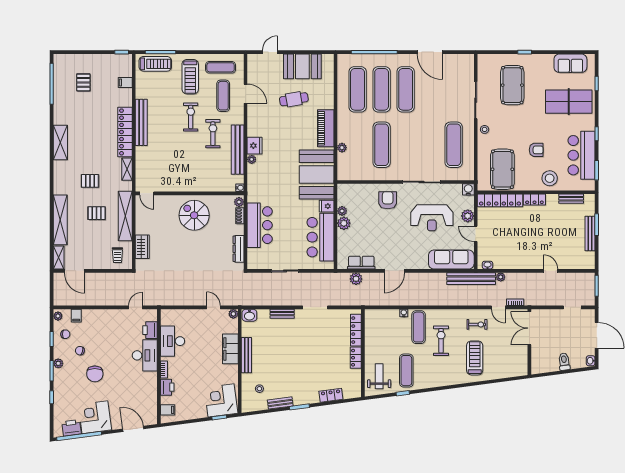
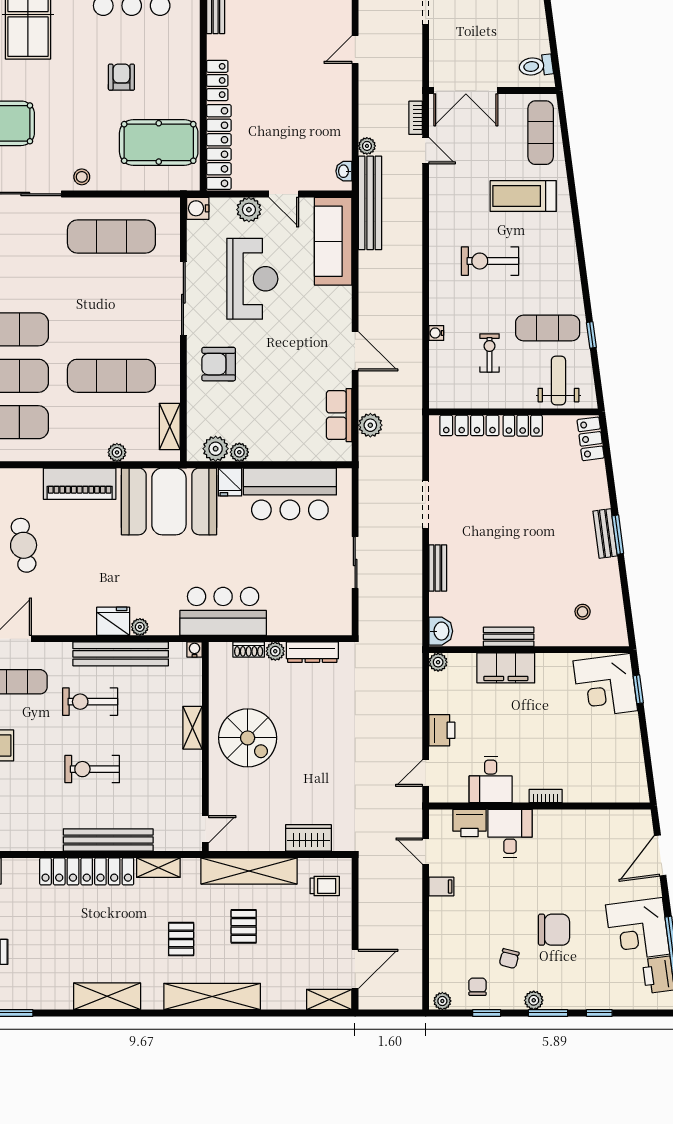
exercise bike: (191, 117) -> (92, 769), moved
bench: (141, 122) -> (108, 840), moved
shelving: (355, 175) -> (170, 426), added
stool: (550, 178) -> (176, 51), removed
shelving: (199, 187) -> (192, 728), added
plant: (239, 202) -> (275, 651), moved
spiral stairs: (194, 215) -> (248, 738), turned -90
shelving: (60, 220) -> (212, 997), moved
plant: (344, 223) -> (216, 449), moved
bar counter: (260, 225) -> (223, 611), moved
door: (476, 234) -> (284, 194), hinge flipped
door: (213, 307) -> (426, 773), moved
door: (498, 307) -> (426, 151), hinge flipped
filing cabinet: (76, 316) -> (441, 887), moved
exercise bike: (477, 324) -> (490, 353), moved
exercise mat: (419, 327) -> (541, 133), moved, turned 90
desk: (173, 341) -> (491, 780), width x0.73
desk: (145, 355) -> (510, 833), width x0.73
bench: (246, 355) -> (509, 637), width x0.73
toilet: (564, 362) -> (536, 66), moved
weight bench: (379, 376) -> (558, 380), turned 90
printer: (167, 387) -> (442, 730), moved, turned 90
locker: (331, 395) -> (591, 439), moved
bench: (280, 403) -> (605, 533), moved
filing cabinet: (168, 410) -> (624, 789), removed

